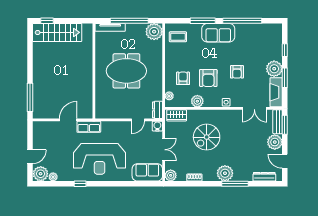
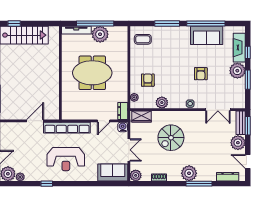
plant: (154, 32) -> (100, 34), moved
sofa: (218, 33) -> (207, 35), moved
armchair: (208, 78) -> (173, 80), removed
fireplace: (276, 92) -> (239, 48), moved
row of seats: (89, 127) -> (67, 128), width x2.02
reception desk: (100, 159) -> (66, 159), width x0.74, depth x0.77

